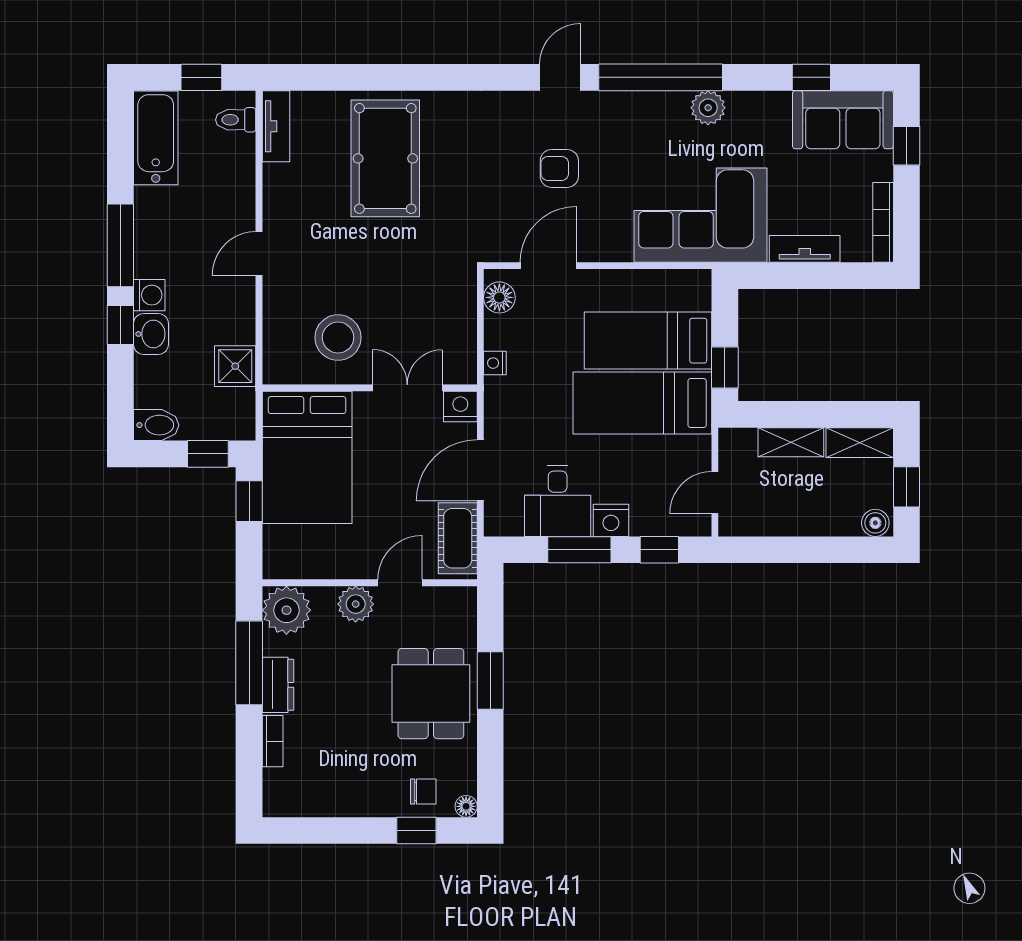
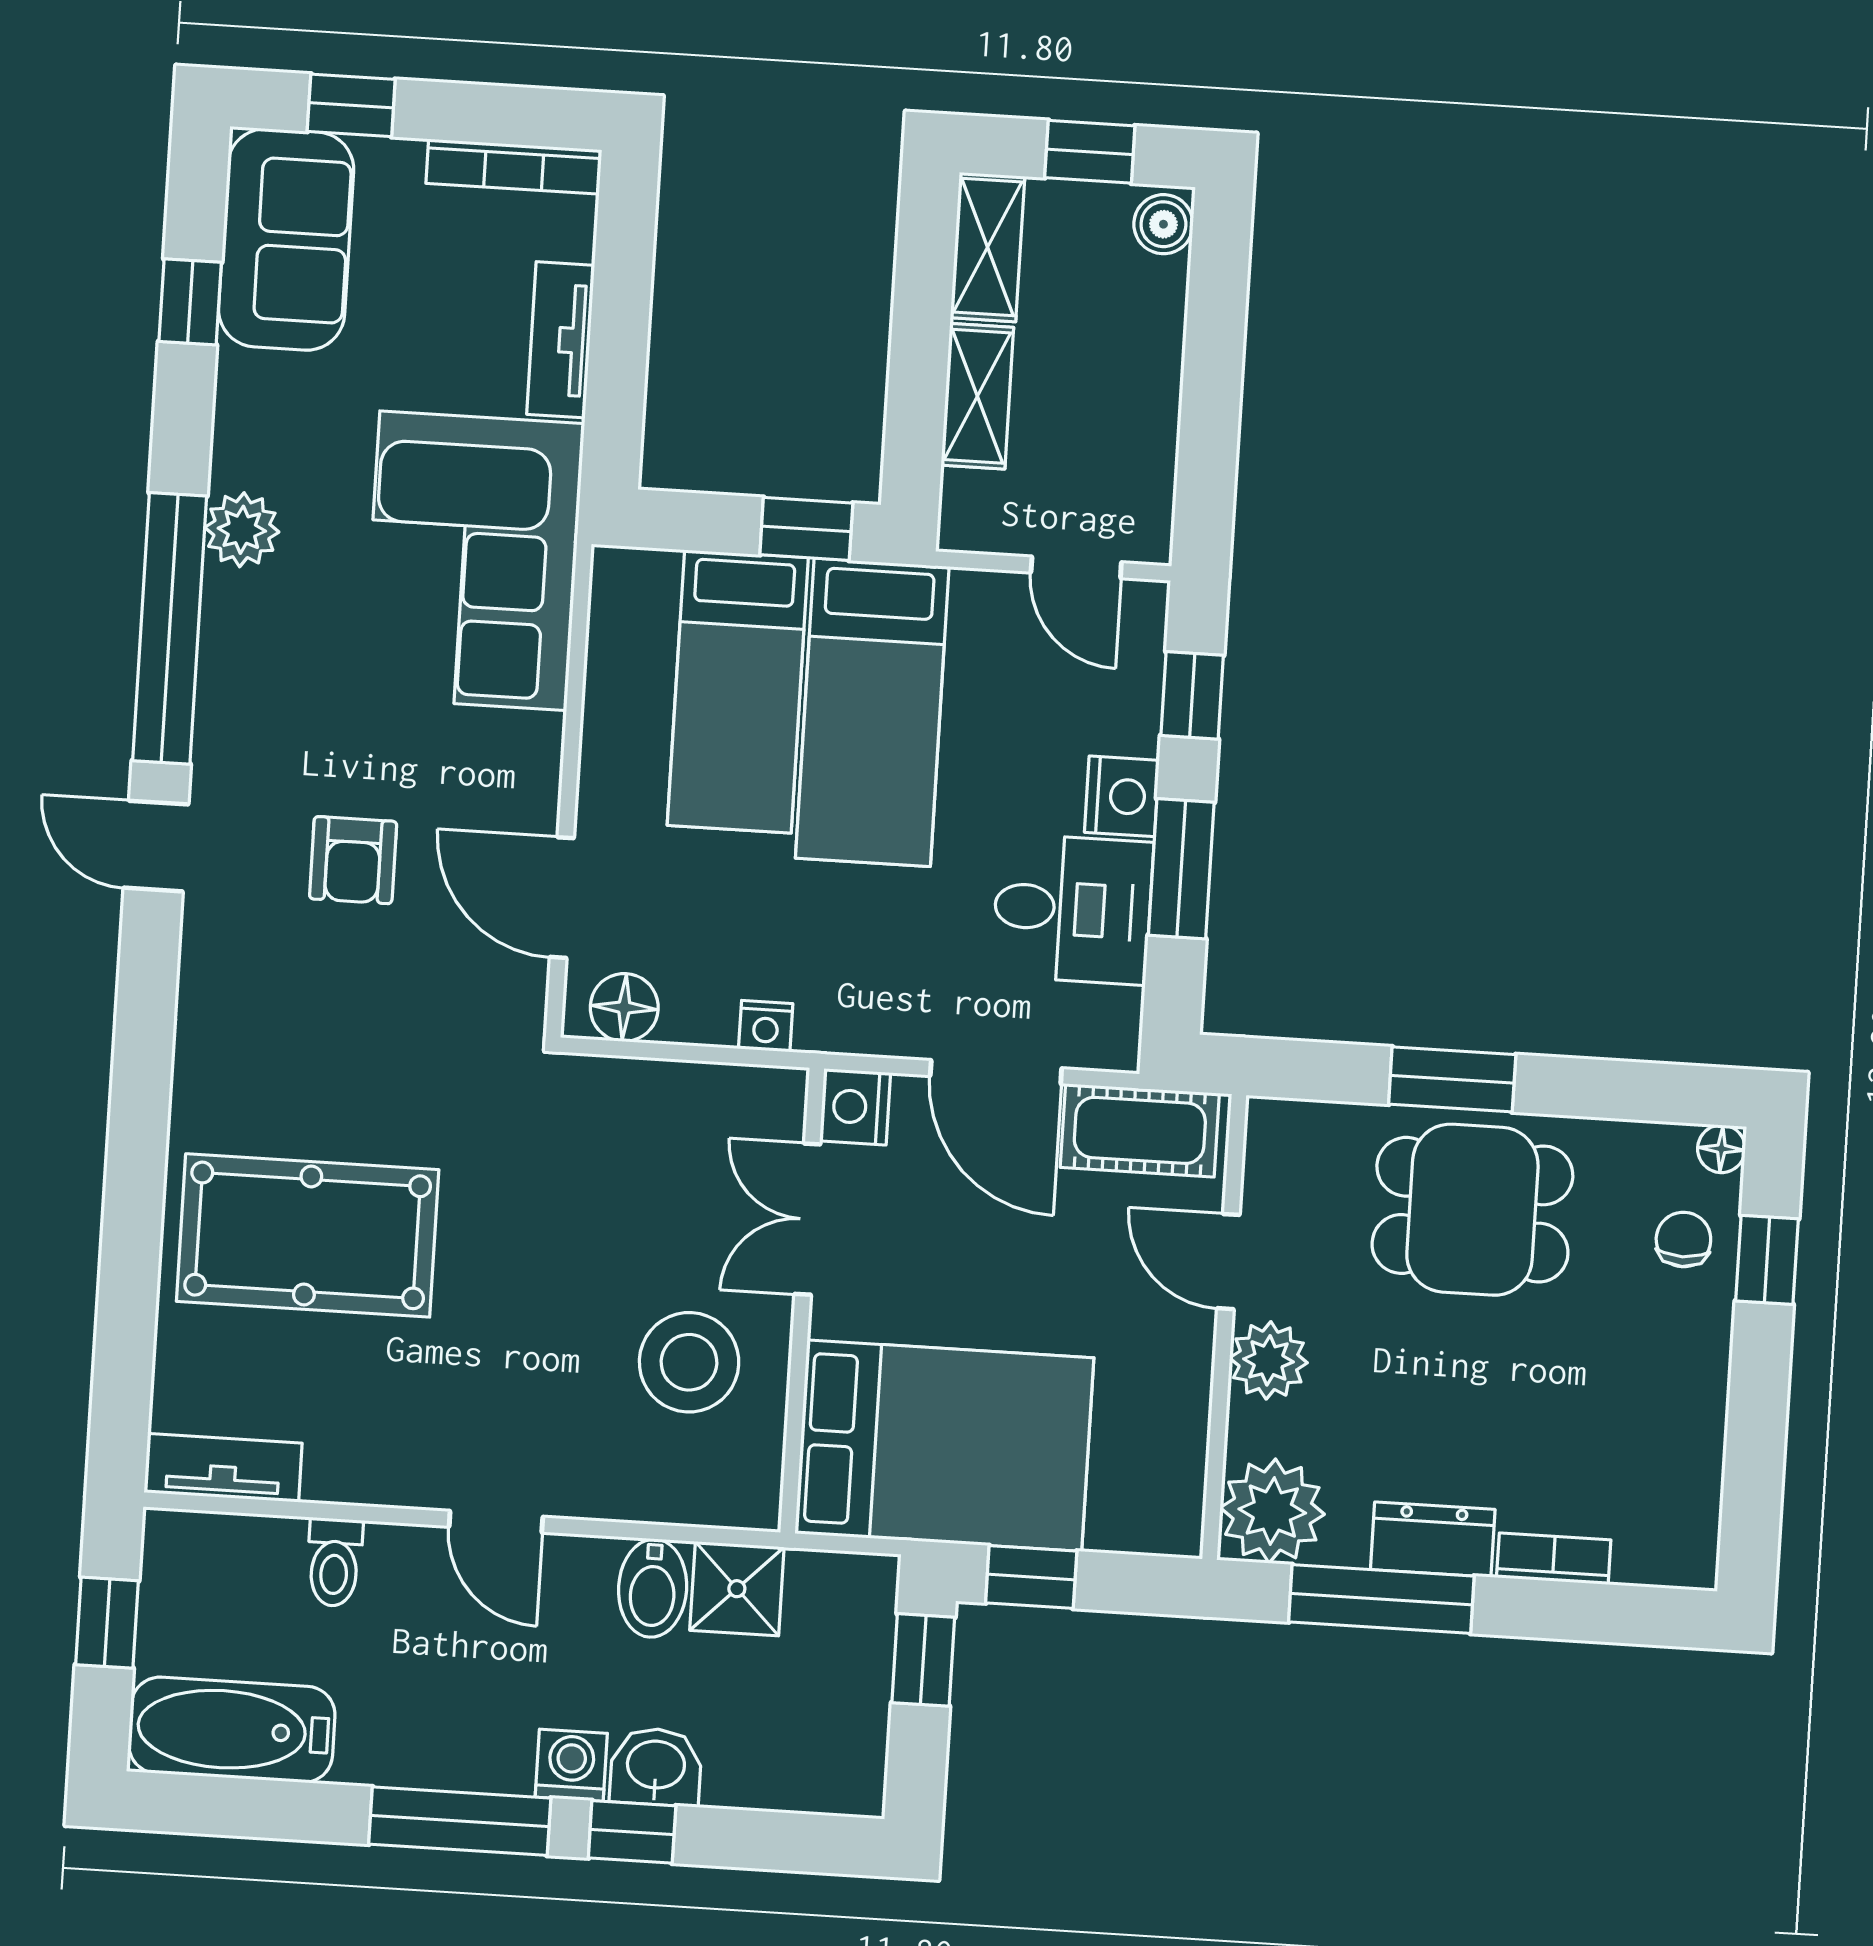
toilet: (236, 120) -> (334, 1562), moved
bidet: (156, 425) -> (653, 1588), moved, turned 180

